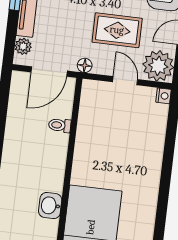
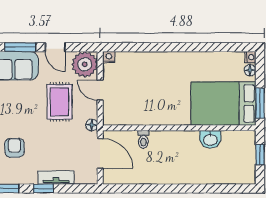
plant: (23, 46) -> (82, 177), removed
door: (125, 81) -> (100, 90), hinge flipped

